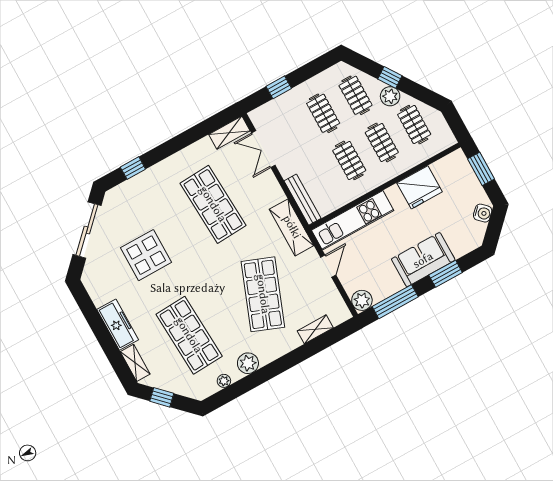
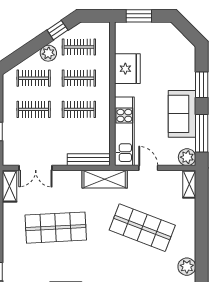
window: (390, 77) -> (57, 30), moved
water cooler: (483, 213) -> (172, 33), removed
sofa: (423, 260) -> (182, 114), moved
shelving: (315, 329) -> (189, 184), moved

